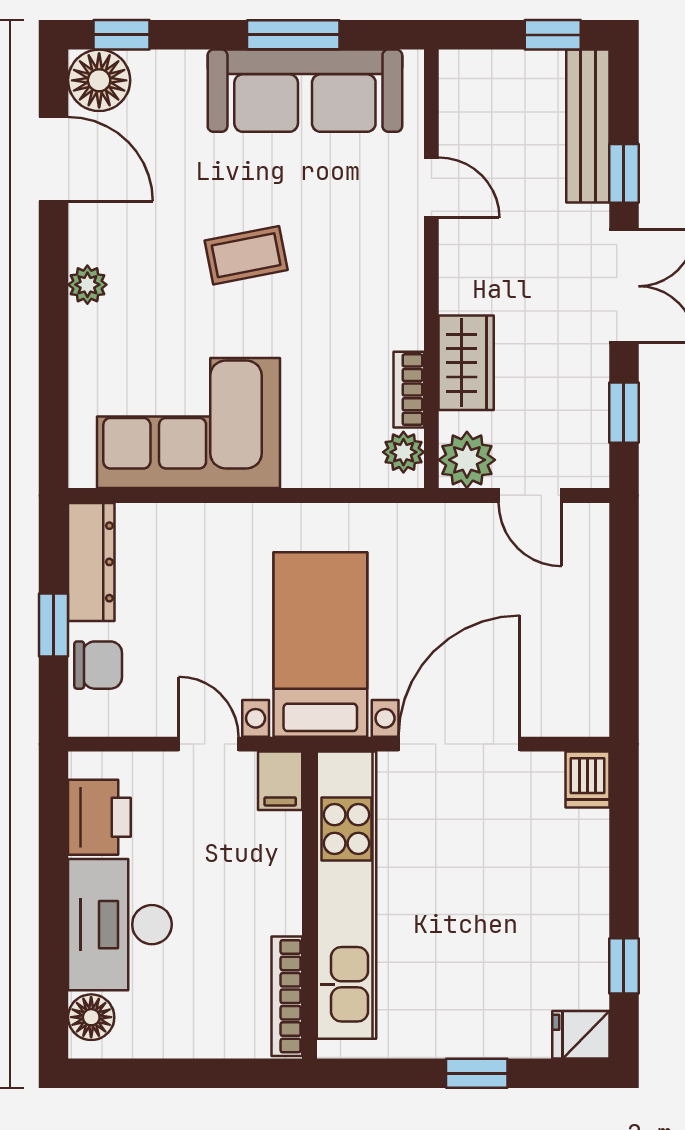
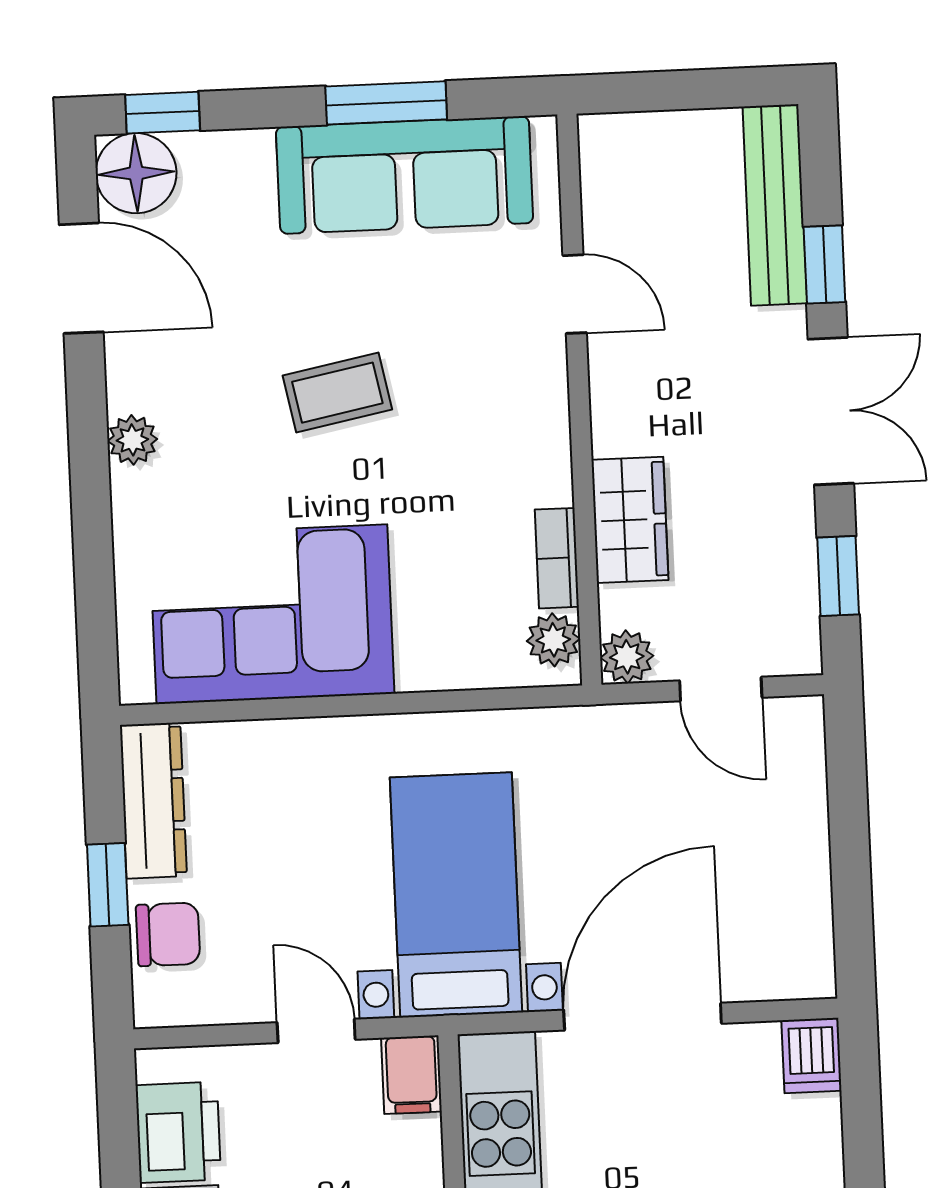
window: (553, 35) -> (724, 88), removed
plant: (467, 460) -> (627, 657), width x0.73, depth x0.73

